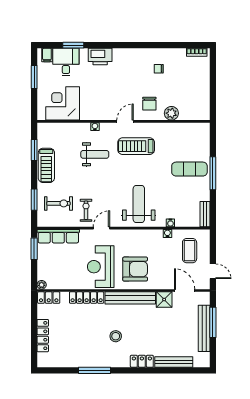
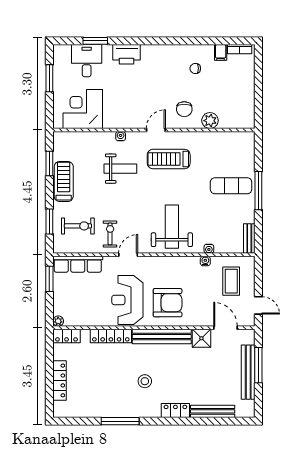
filing cabinet: (47, 55) -> (221, 52), moved
treadmill: (46, 165) -> (64, 181), turned 180

